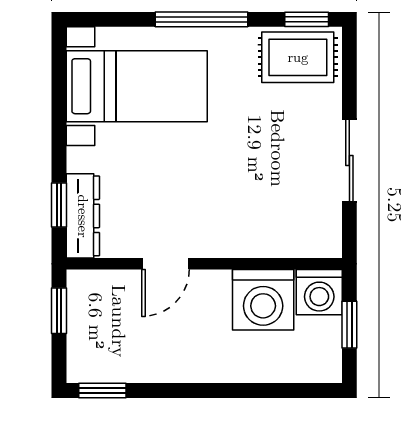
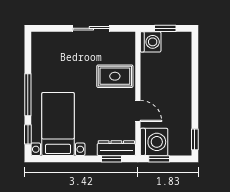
window: (307, 19) -> (28, 134), moved
rug: (298, 57) -> (115, 76), moved, turned 90
washing machine: (263, 300) -> (154, 142), moved

